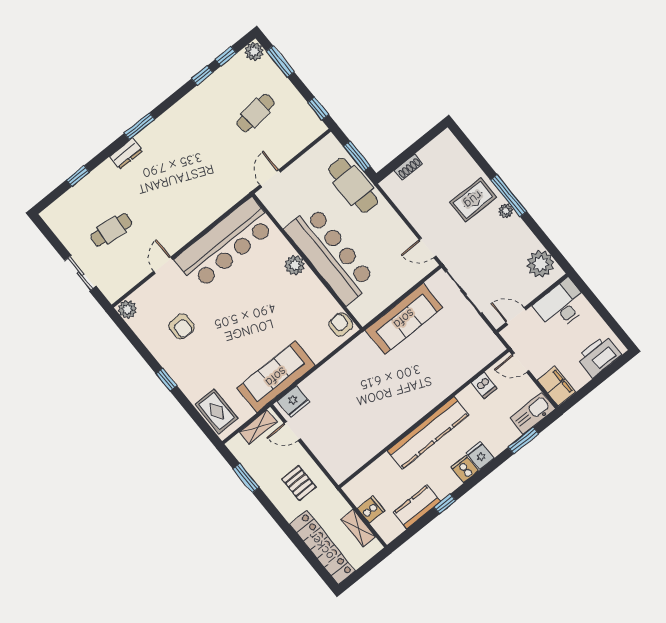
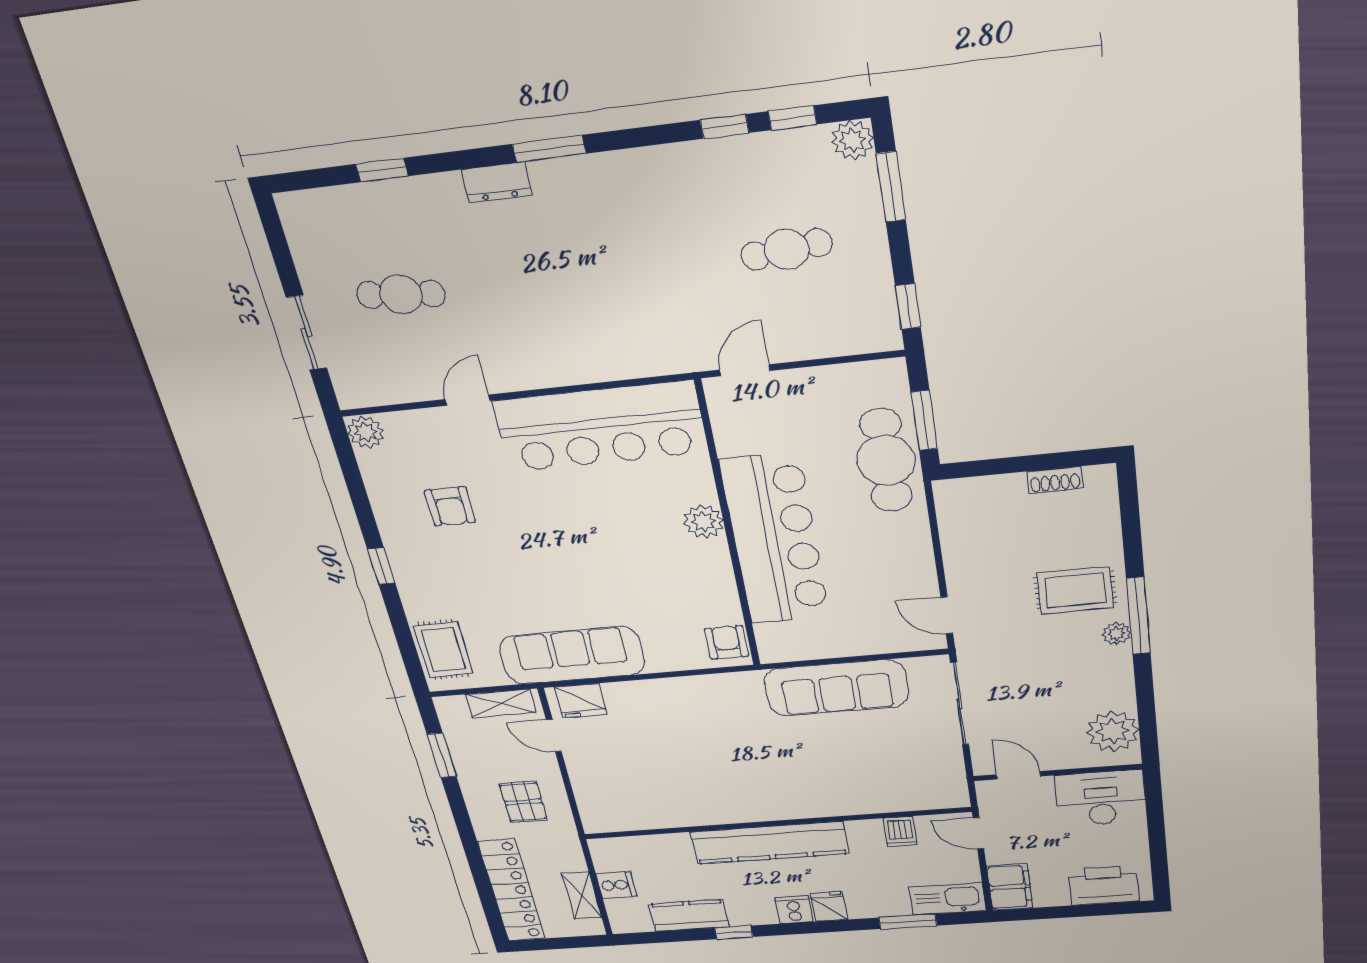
shoe rack: (408, 167) -> (1055, 480), moved

